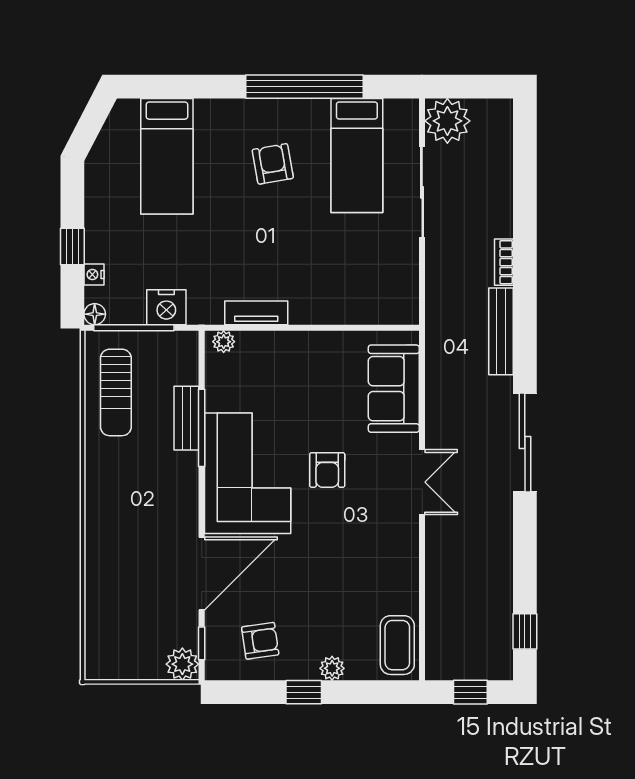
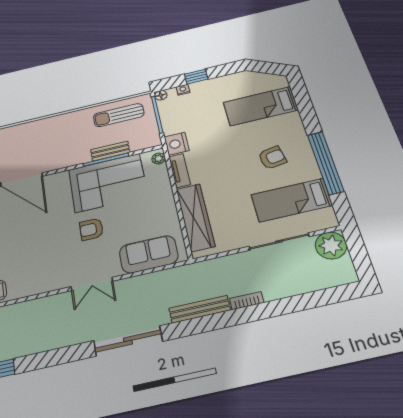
wardrobe: (348, 306) -> (195, 217), added
nightstand: (166, 307) -> (177, 144), moved
corner sofa: (248, 473) -> (108, 183), moved

